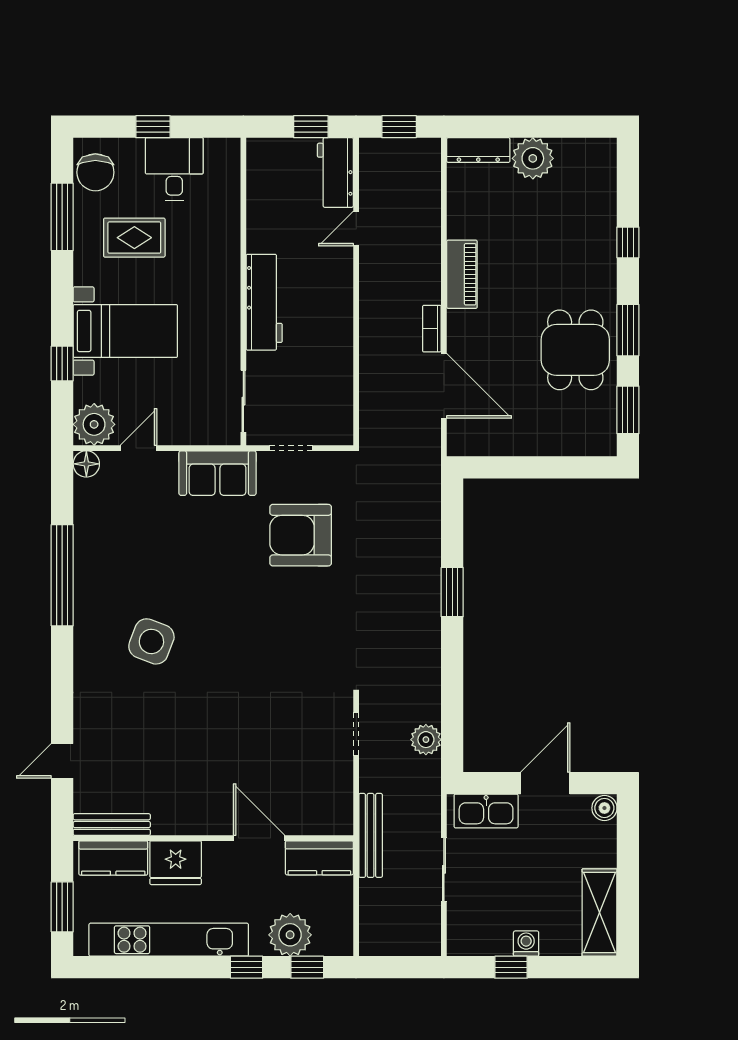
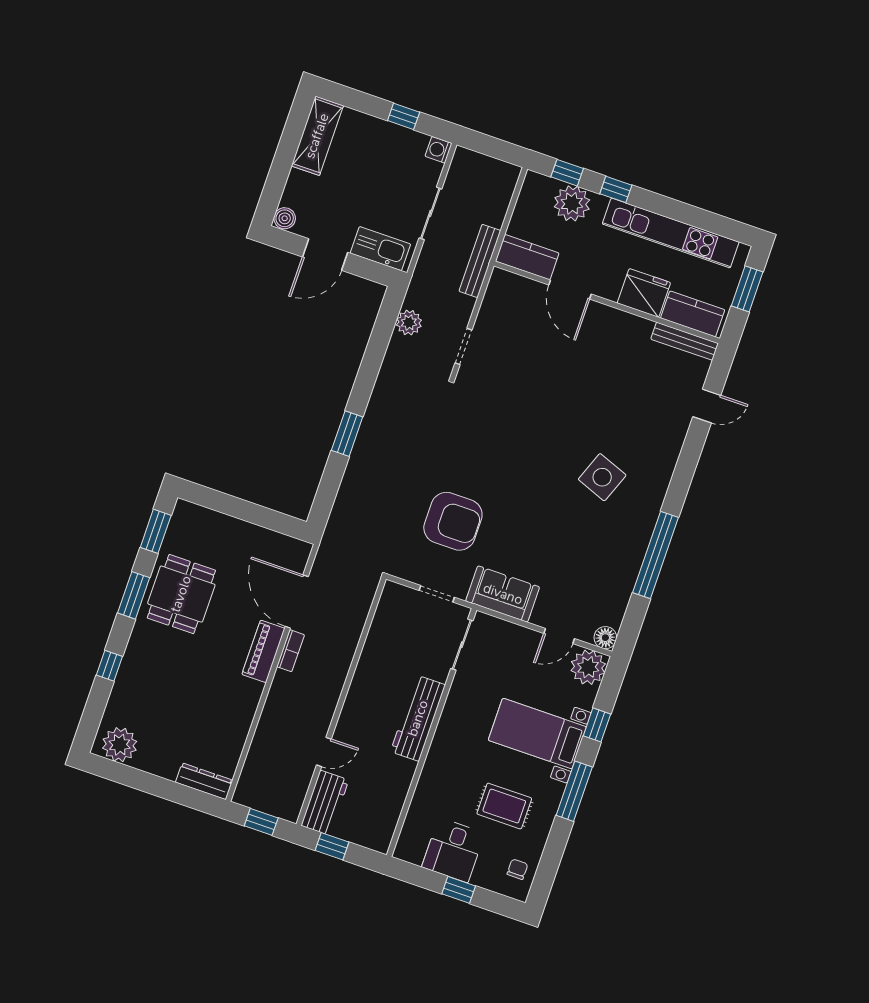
plant: (533, 158) -> (120, 745), moved
chair: (95, 172) -> (517, 869), width x0.54, depth x0.54
window: (62, 217) -> (574, 791), moved
piano: (462, 274) -> (263, 651), moved
washing machine: (526, 944) -> (438, 150), moved, turned 90

